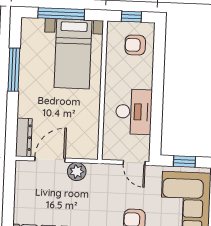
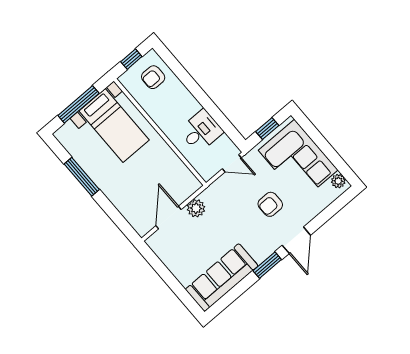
desk: (134, 112) -> (201, 131), width x0.73
dresser: (24, 137) -> (135, 219), removed

